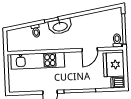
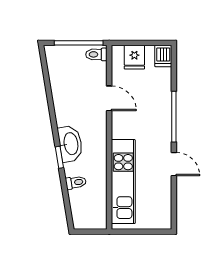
fridge: (114, 65) -> (134, 57), width x0.53, depth x0.75

